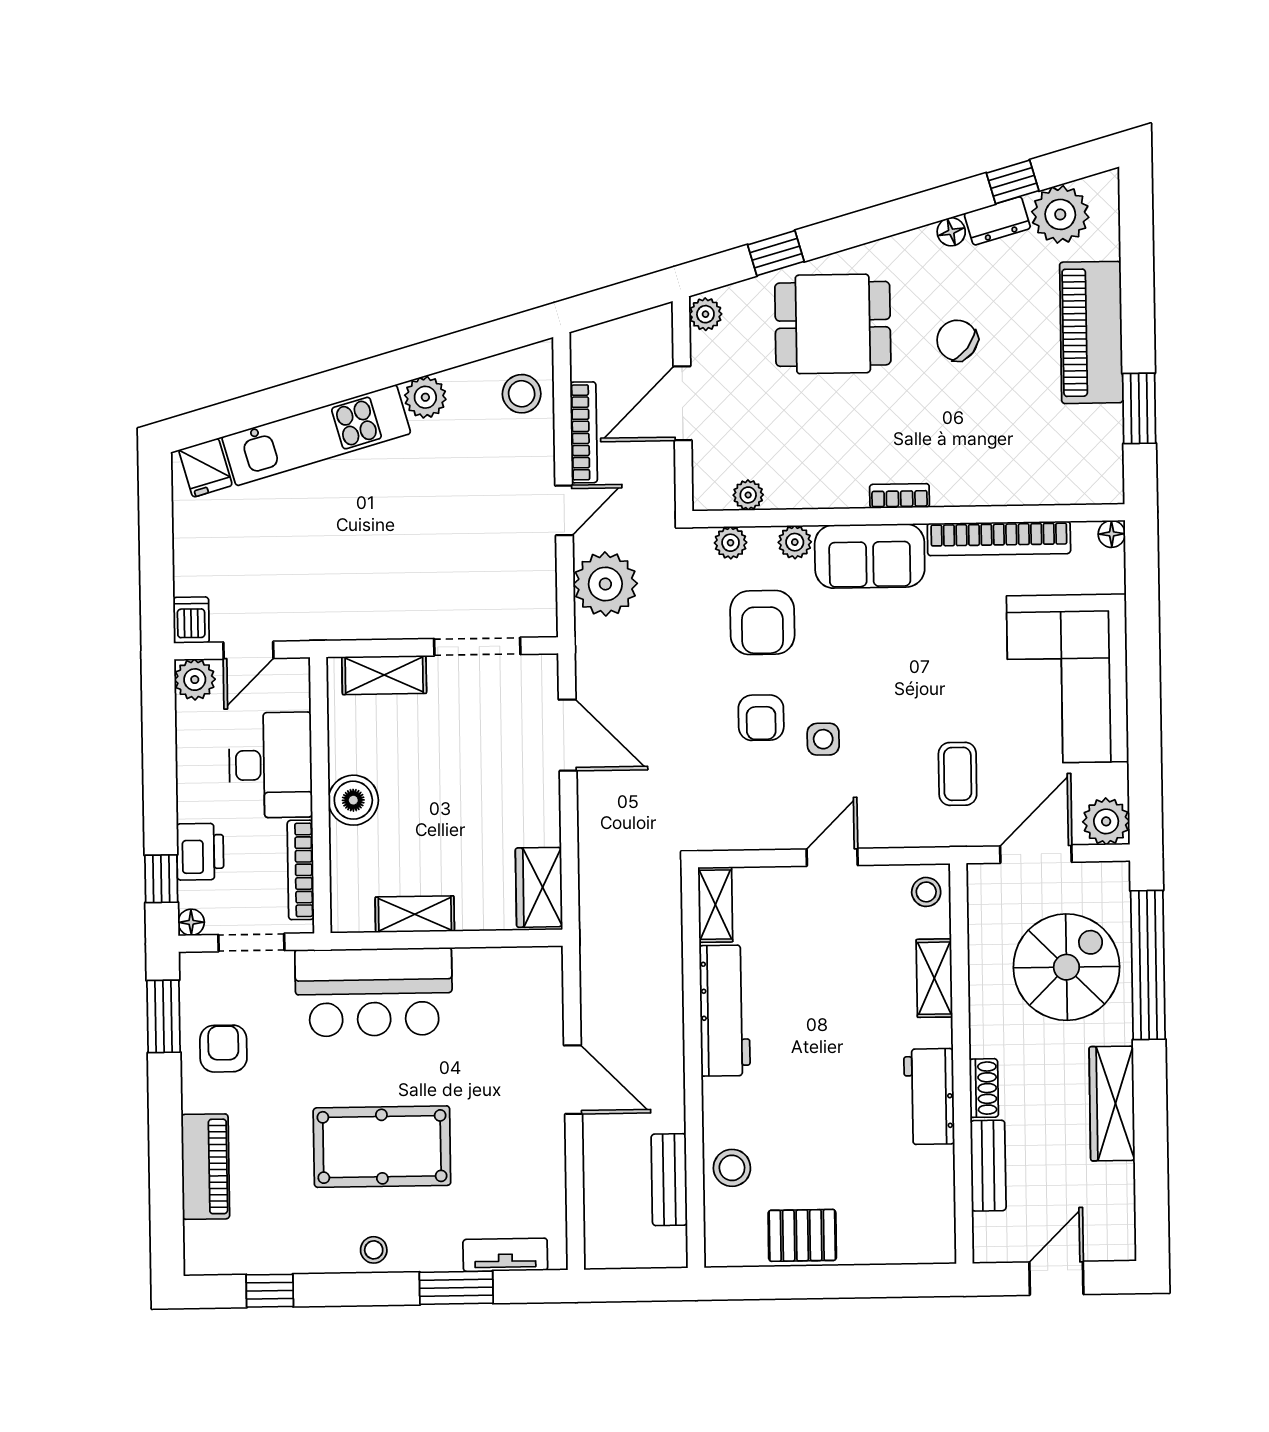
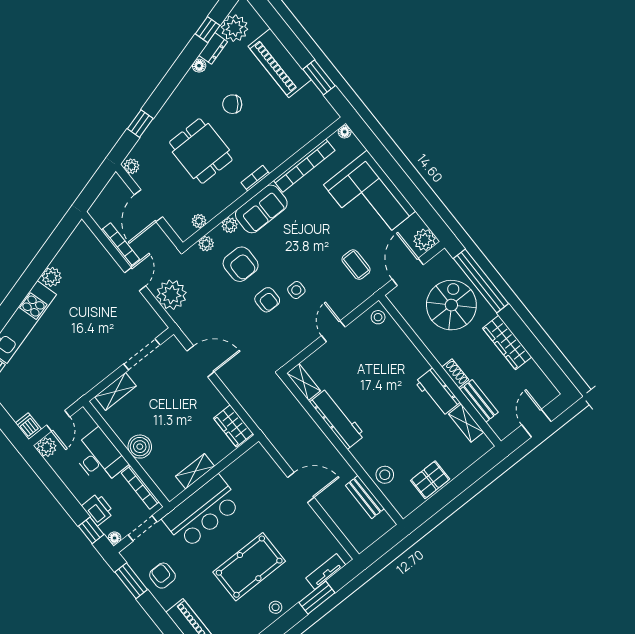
dining table: (833, 324) -> (201, 151), moved, turned 90
stool: (522, 394) -> (86, 248), removed
shelving: (934, 978) -> (466, 423), moved

